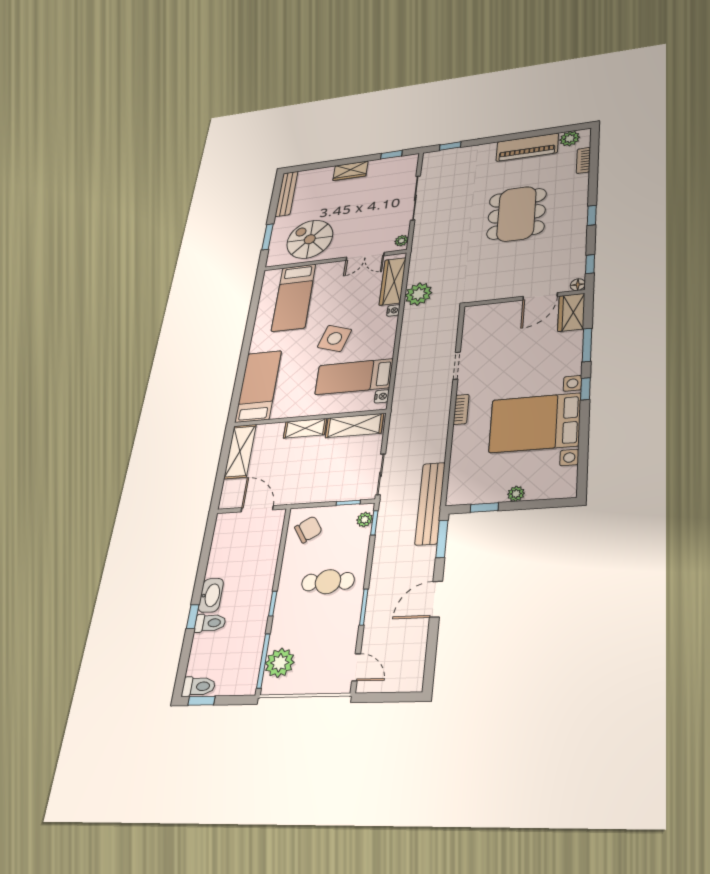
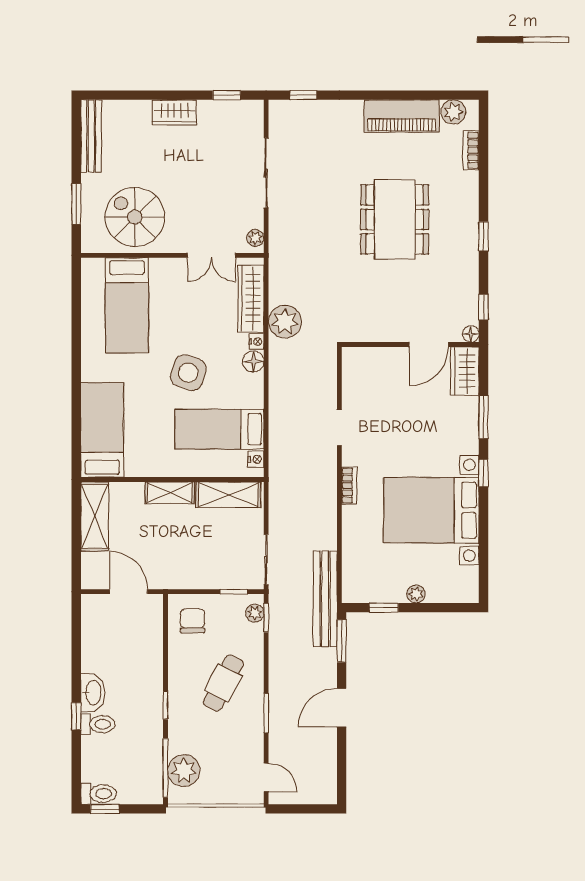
floor lamp: (389, 325) -> (253, 362), added
chair: (308, 529) -> (193, 621), turned -58
cafe table: (328, 582) -> (223, 683), turned -63

